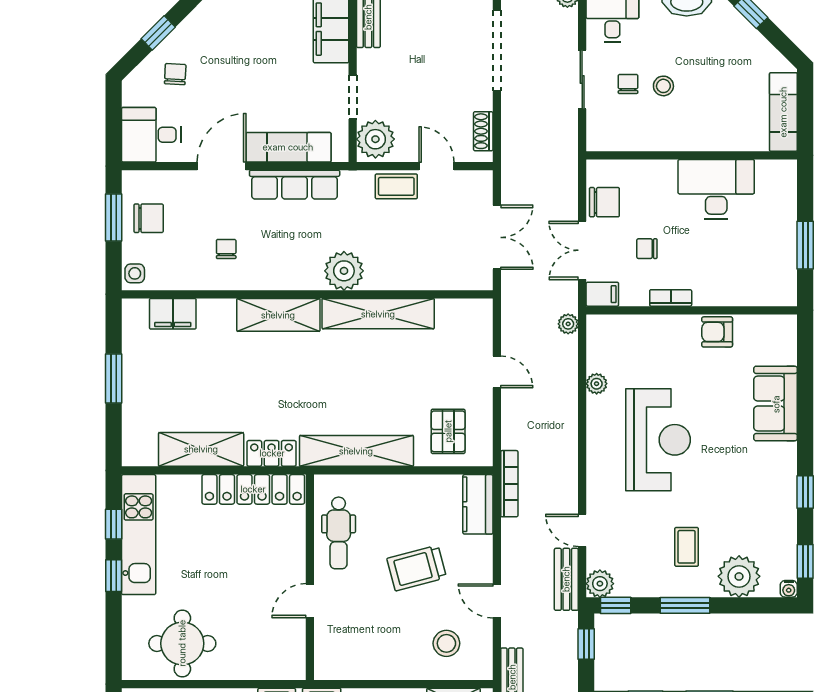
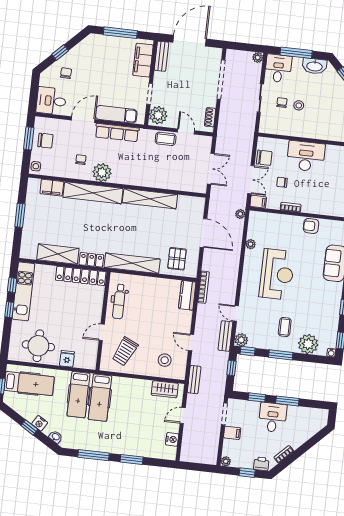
desk: (716, 189) -> (306, 156), moved
double door: (582, 250) -> (251, 180), swing flipped
plant: (344, 271) -> (102, 173), moved
shelving: (278, 315) -> (93, 193), width x1.47
door: (497, 372) -> (204, 233), width x1.87
trolley: (417, 568) -> (125, 351), moved, turned -50
fridge: (245, 664) -> (67, 359), added

